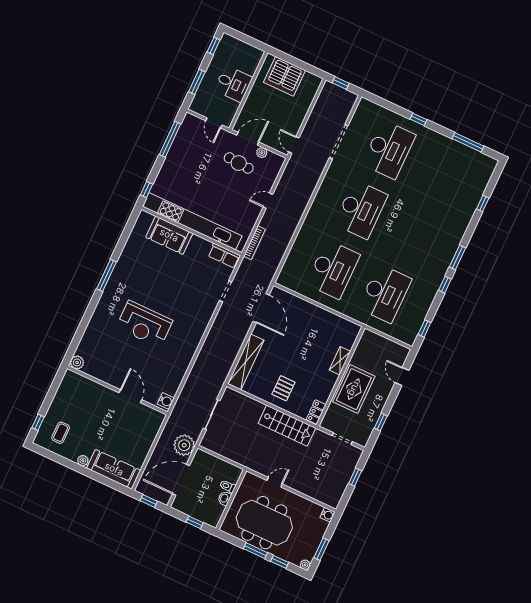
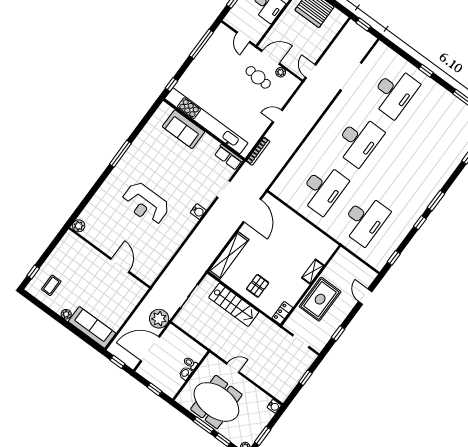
water cooler: (166, 401) -> (198, 212), moved
stairs: (287, 426) -> (234, 305), moved

